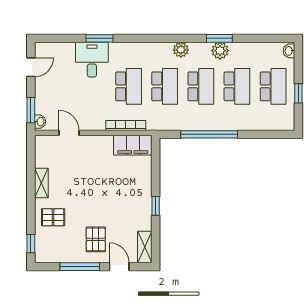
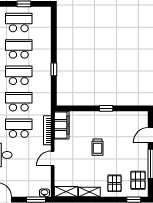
door: (69, 133) -> (53, 158), moved
window: (209, 134) -> (54, 69), width x0.32
trolley: (103, 194) -> (97, 147), added
pallet: (96, 239) -> (138, 180), moved, turned 90
shelving: (145, 247) -> (66, 192), moved

